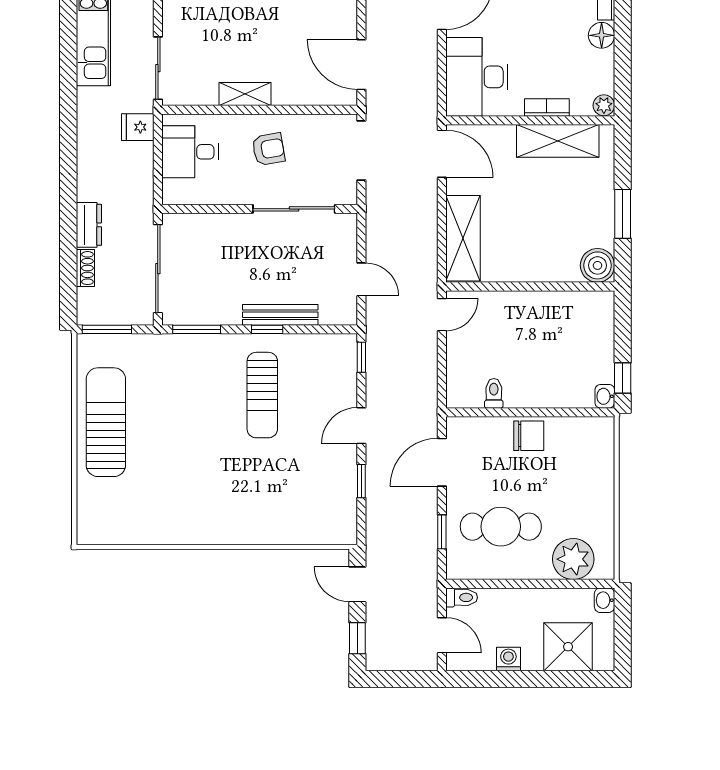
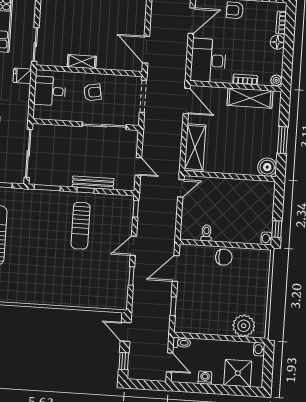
cafe table: (501, 527) -> (205, 306), removed

